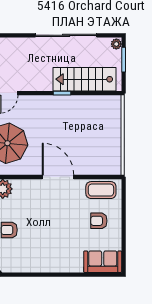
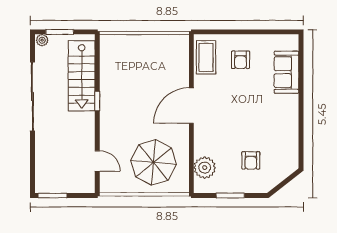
sofa: (103, 262) -> (286, 72), moved

